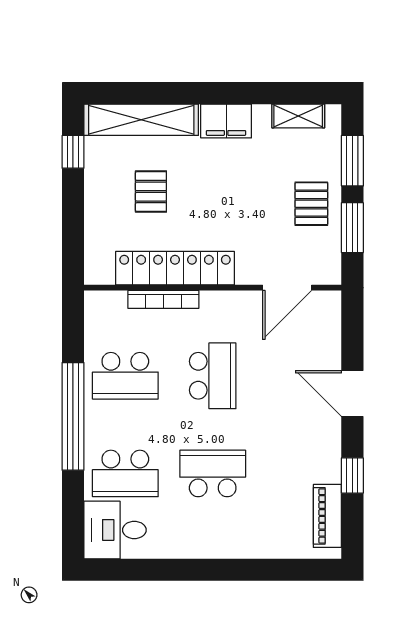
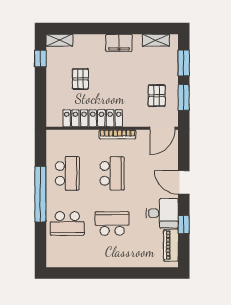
shelving: (141, 120) -> (59, 40), width x0.45, depth x0.75
pallet: (311, 204) -> (157, 96), moved
door: (287, 288) -> (162, 128), moved
bookcase: (163, 299) -> (117, 134), moved
school desk: (125, 376) -> (67, 173), turned -90
desk: (115, 530) -> (162, 213), moved, turned 180

